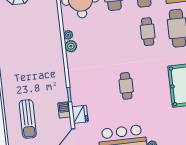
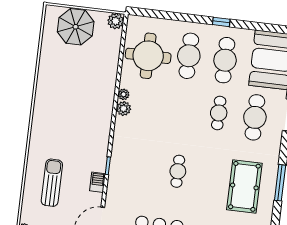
fridge: (80, 114) -> (115, 192), removed
sun lounger: (28, 119) -> (52, 183), turned 180

